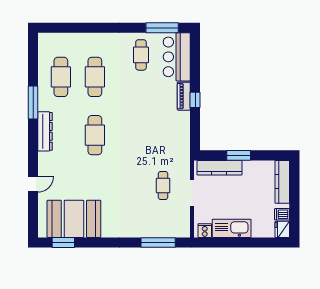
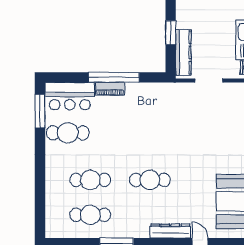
cafe table: (141, 55) -> (68, 133), width x1.37, depth x1.35
window: (195, 100) -> (114, 77), width x3.17
dresser: (45, 131) -> (170, 231), moved
cafe table: (163, 185) -> (201, 110), removed

